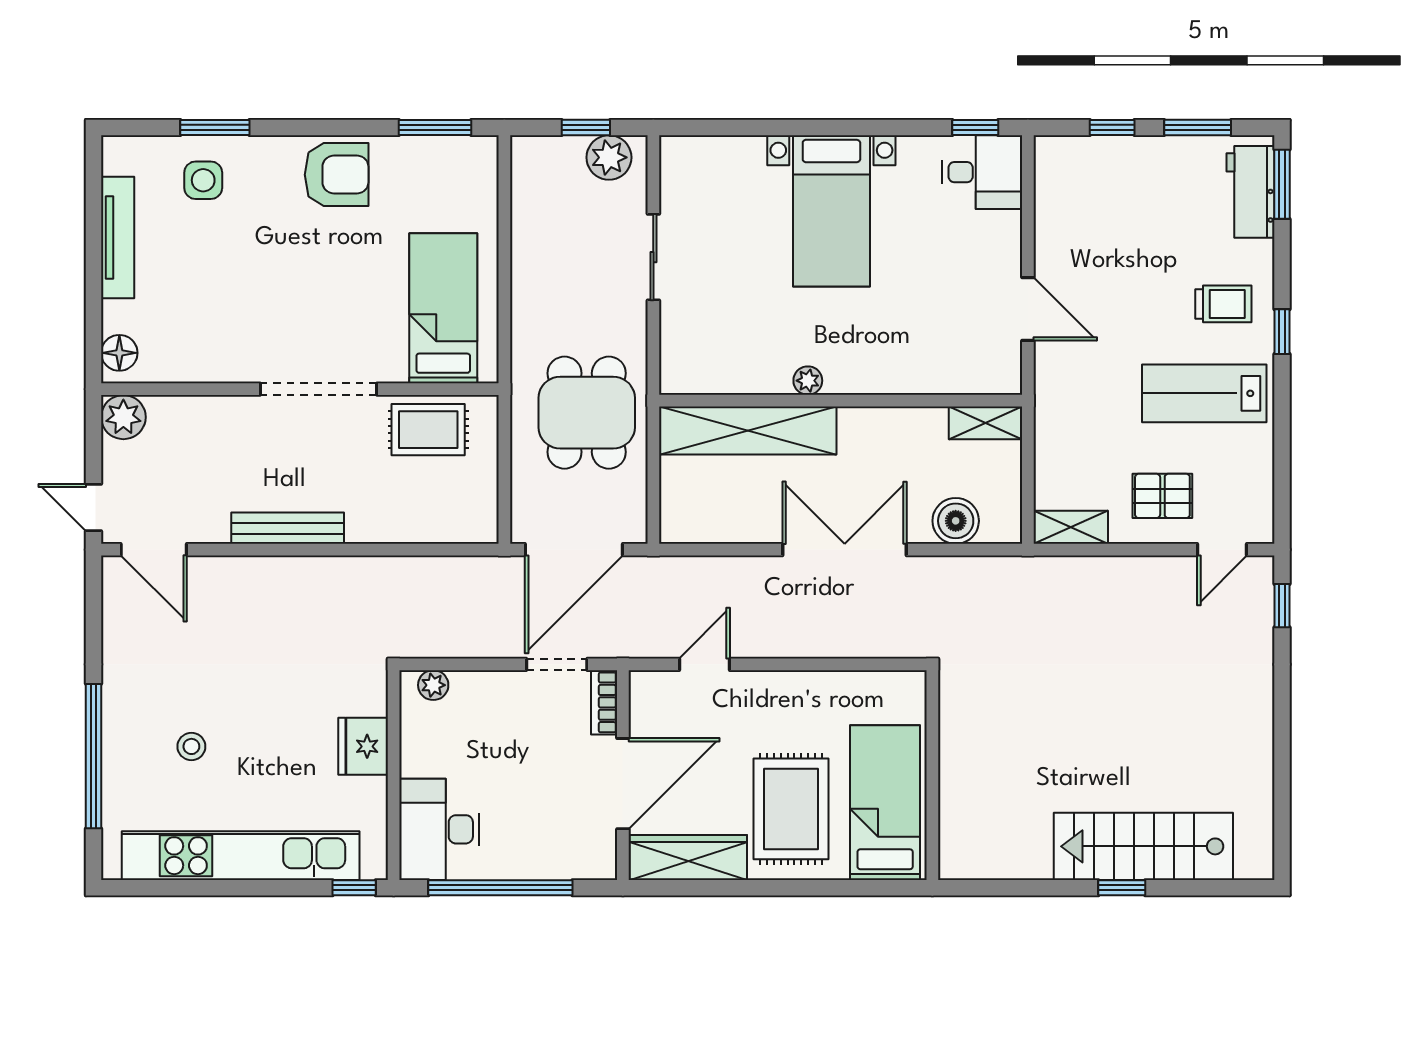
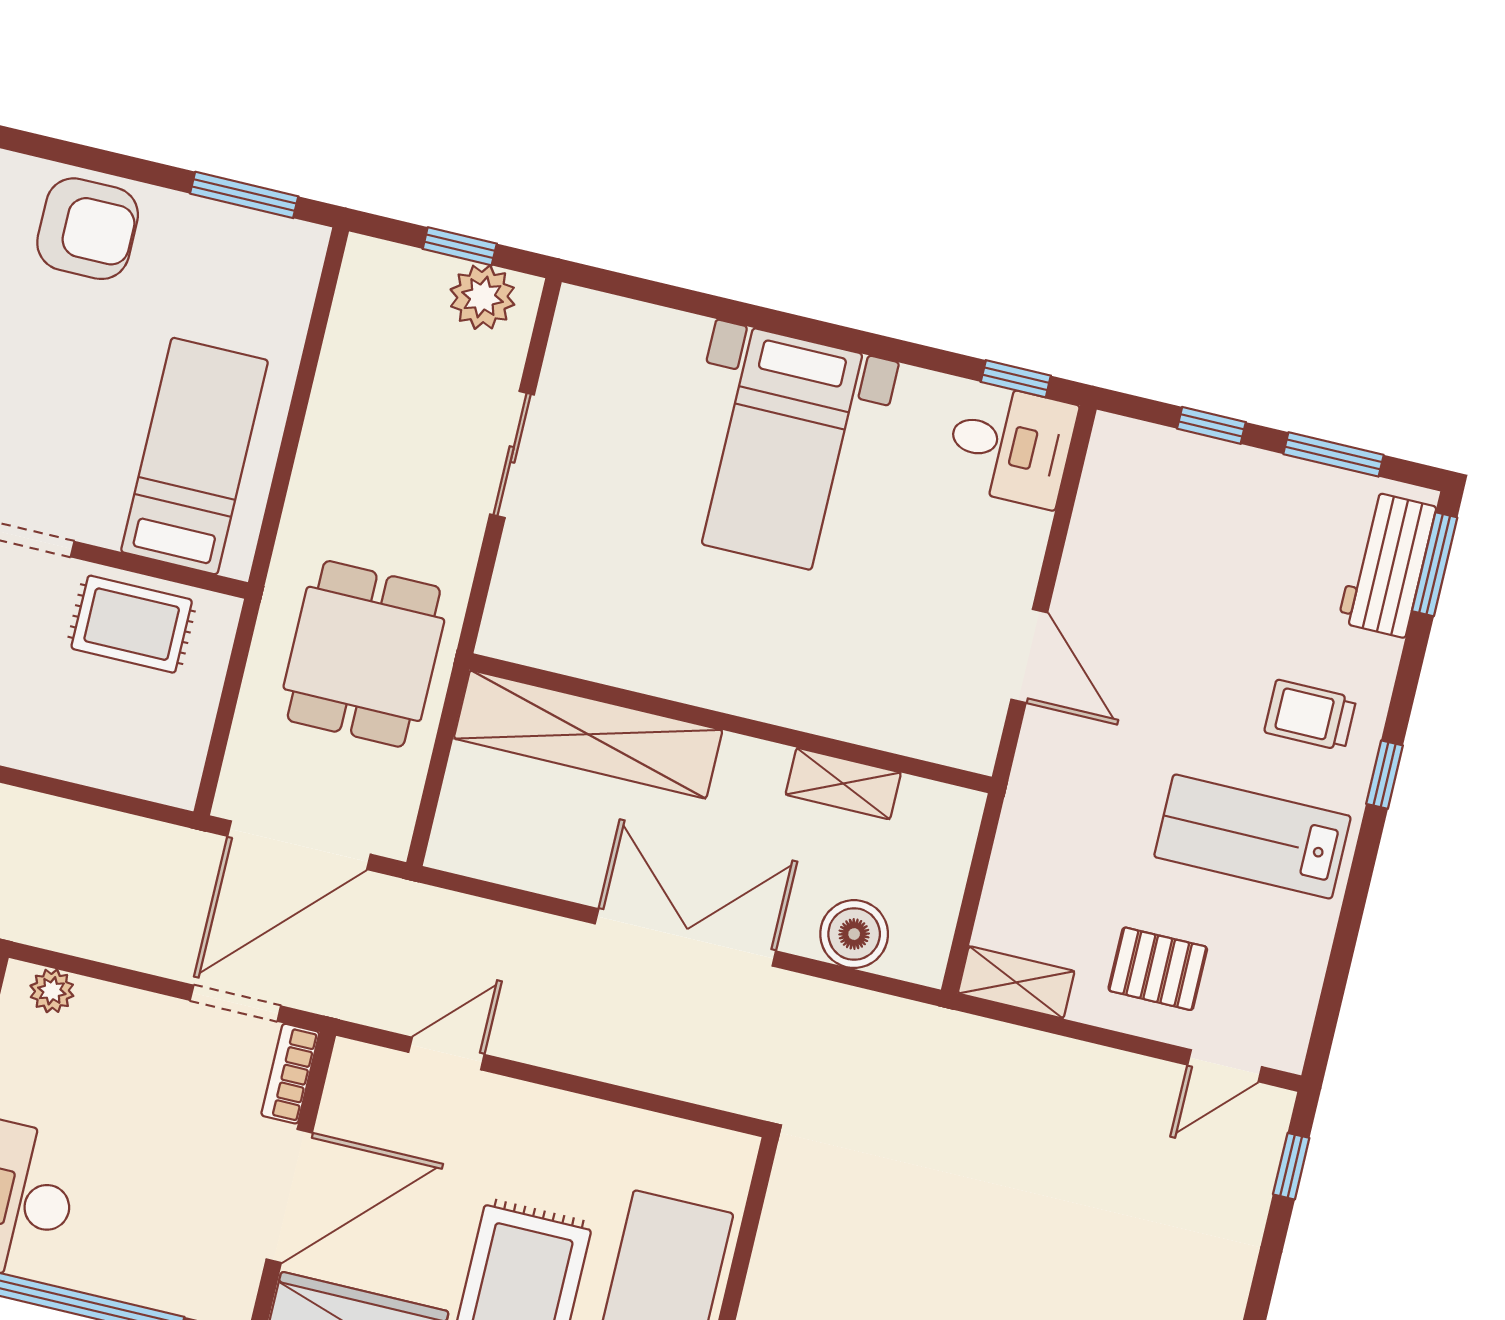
trolley: (1223, 304) -> (1310, 715), turned 180
plant: (808, 381) -> (691, 683), removed
shelving: (985, 423) -> (843, 784), moved

